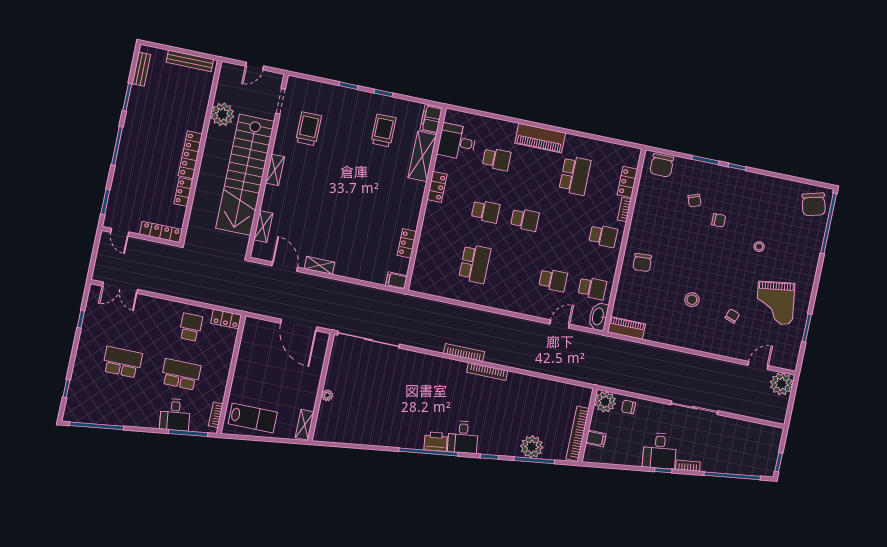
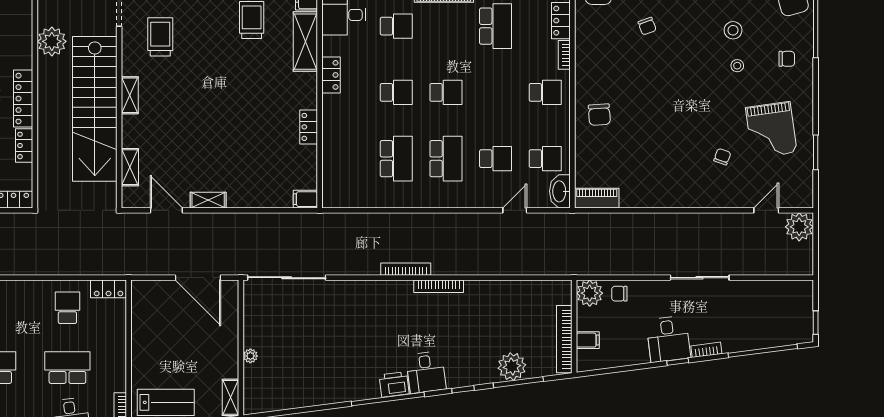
chair: (719, 220) -> (787, 59), moved
locker: (407, 243) -> (309, 127), moved
school desk: (514, 272) -> (446, 159), added
stool: (692, 300) -> (733, 30), moved

